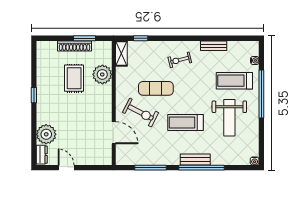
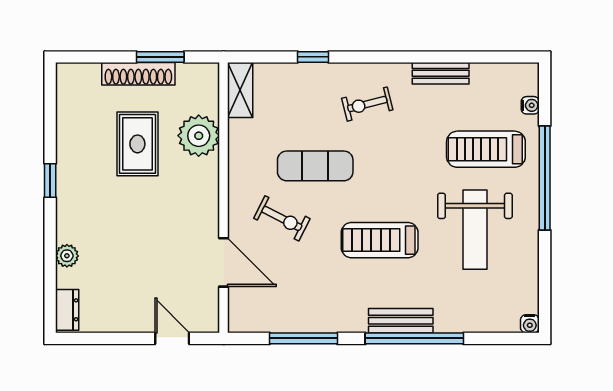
window: (141, 38) -> (313, 57), moved
exercise bike: (141, 113) -> (282, 218), width x0.73, depth x0.72
plant: (46, 134) -> (67, 256), width x0.53, depth x0.53
door: (66, 168) -> (172, 338), moved

